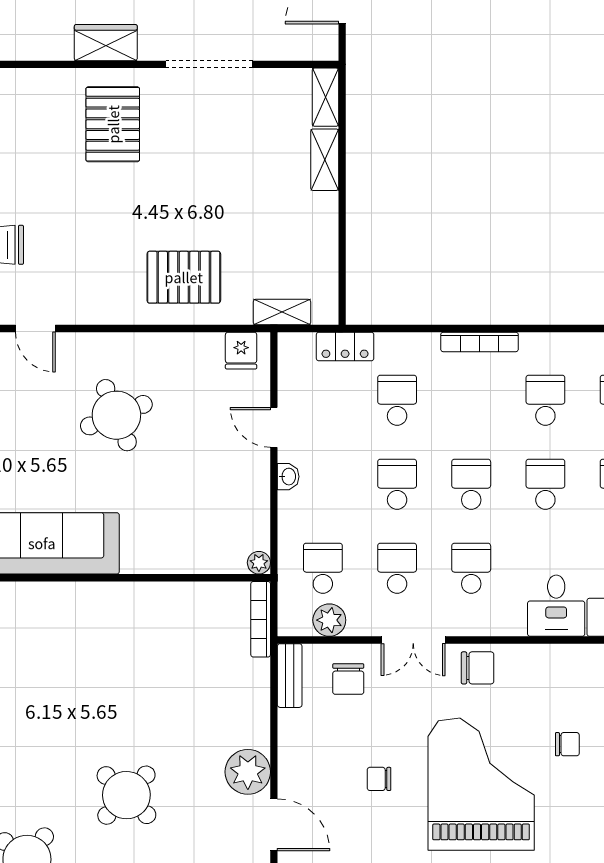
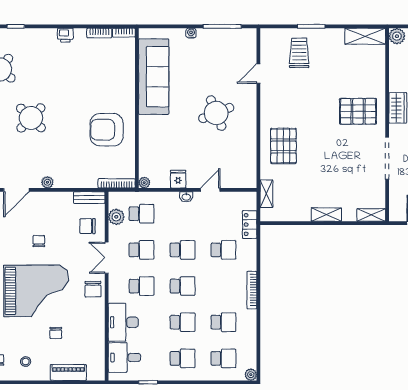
shelving: (325, 160) -> (326, 215), moved
fridge: (241, 351) -> (178, 179), moved, turned 90
desk: (556, 606) -> (123, 322), width x1.37
armchair: (150, 640) -> (107, 130), added
plant: (248, 772) -> (47, 182), width x0.53, depth x0.53

